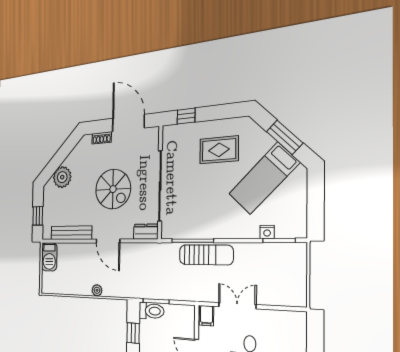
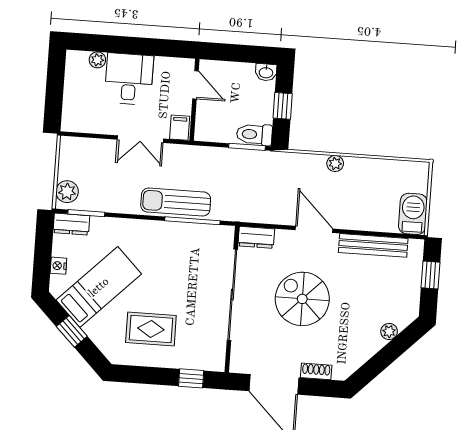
window: (285, 137) -> (72, 331), width x0.67
plant: (62, 177) -> (389, 331), width x0.53, depth x0.53
dresser: (291, 230) -> (71, 224), added
nightstand: (267, 232) -> (58, 266), moved, turned -90
plant: (297, 258) -> (67, 192), added

